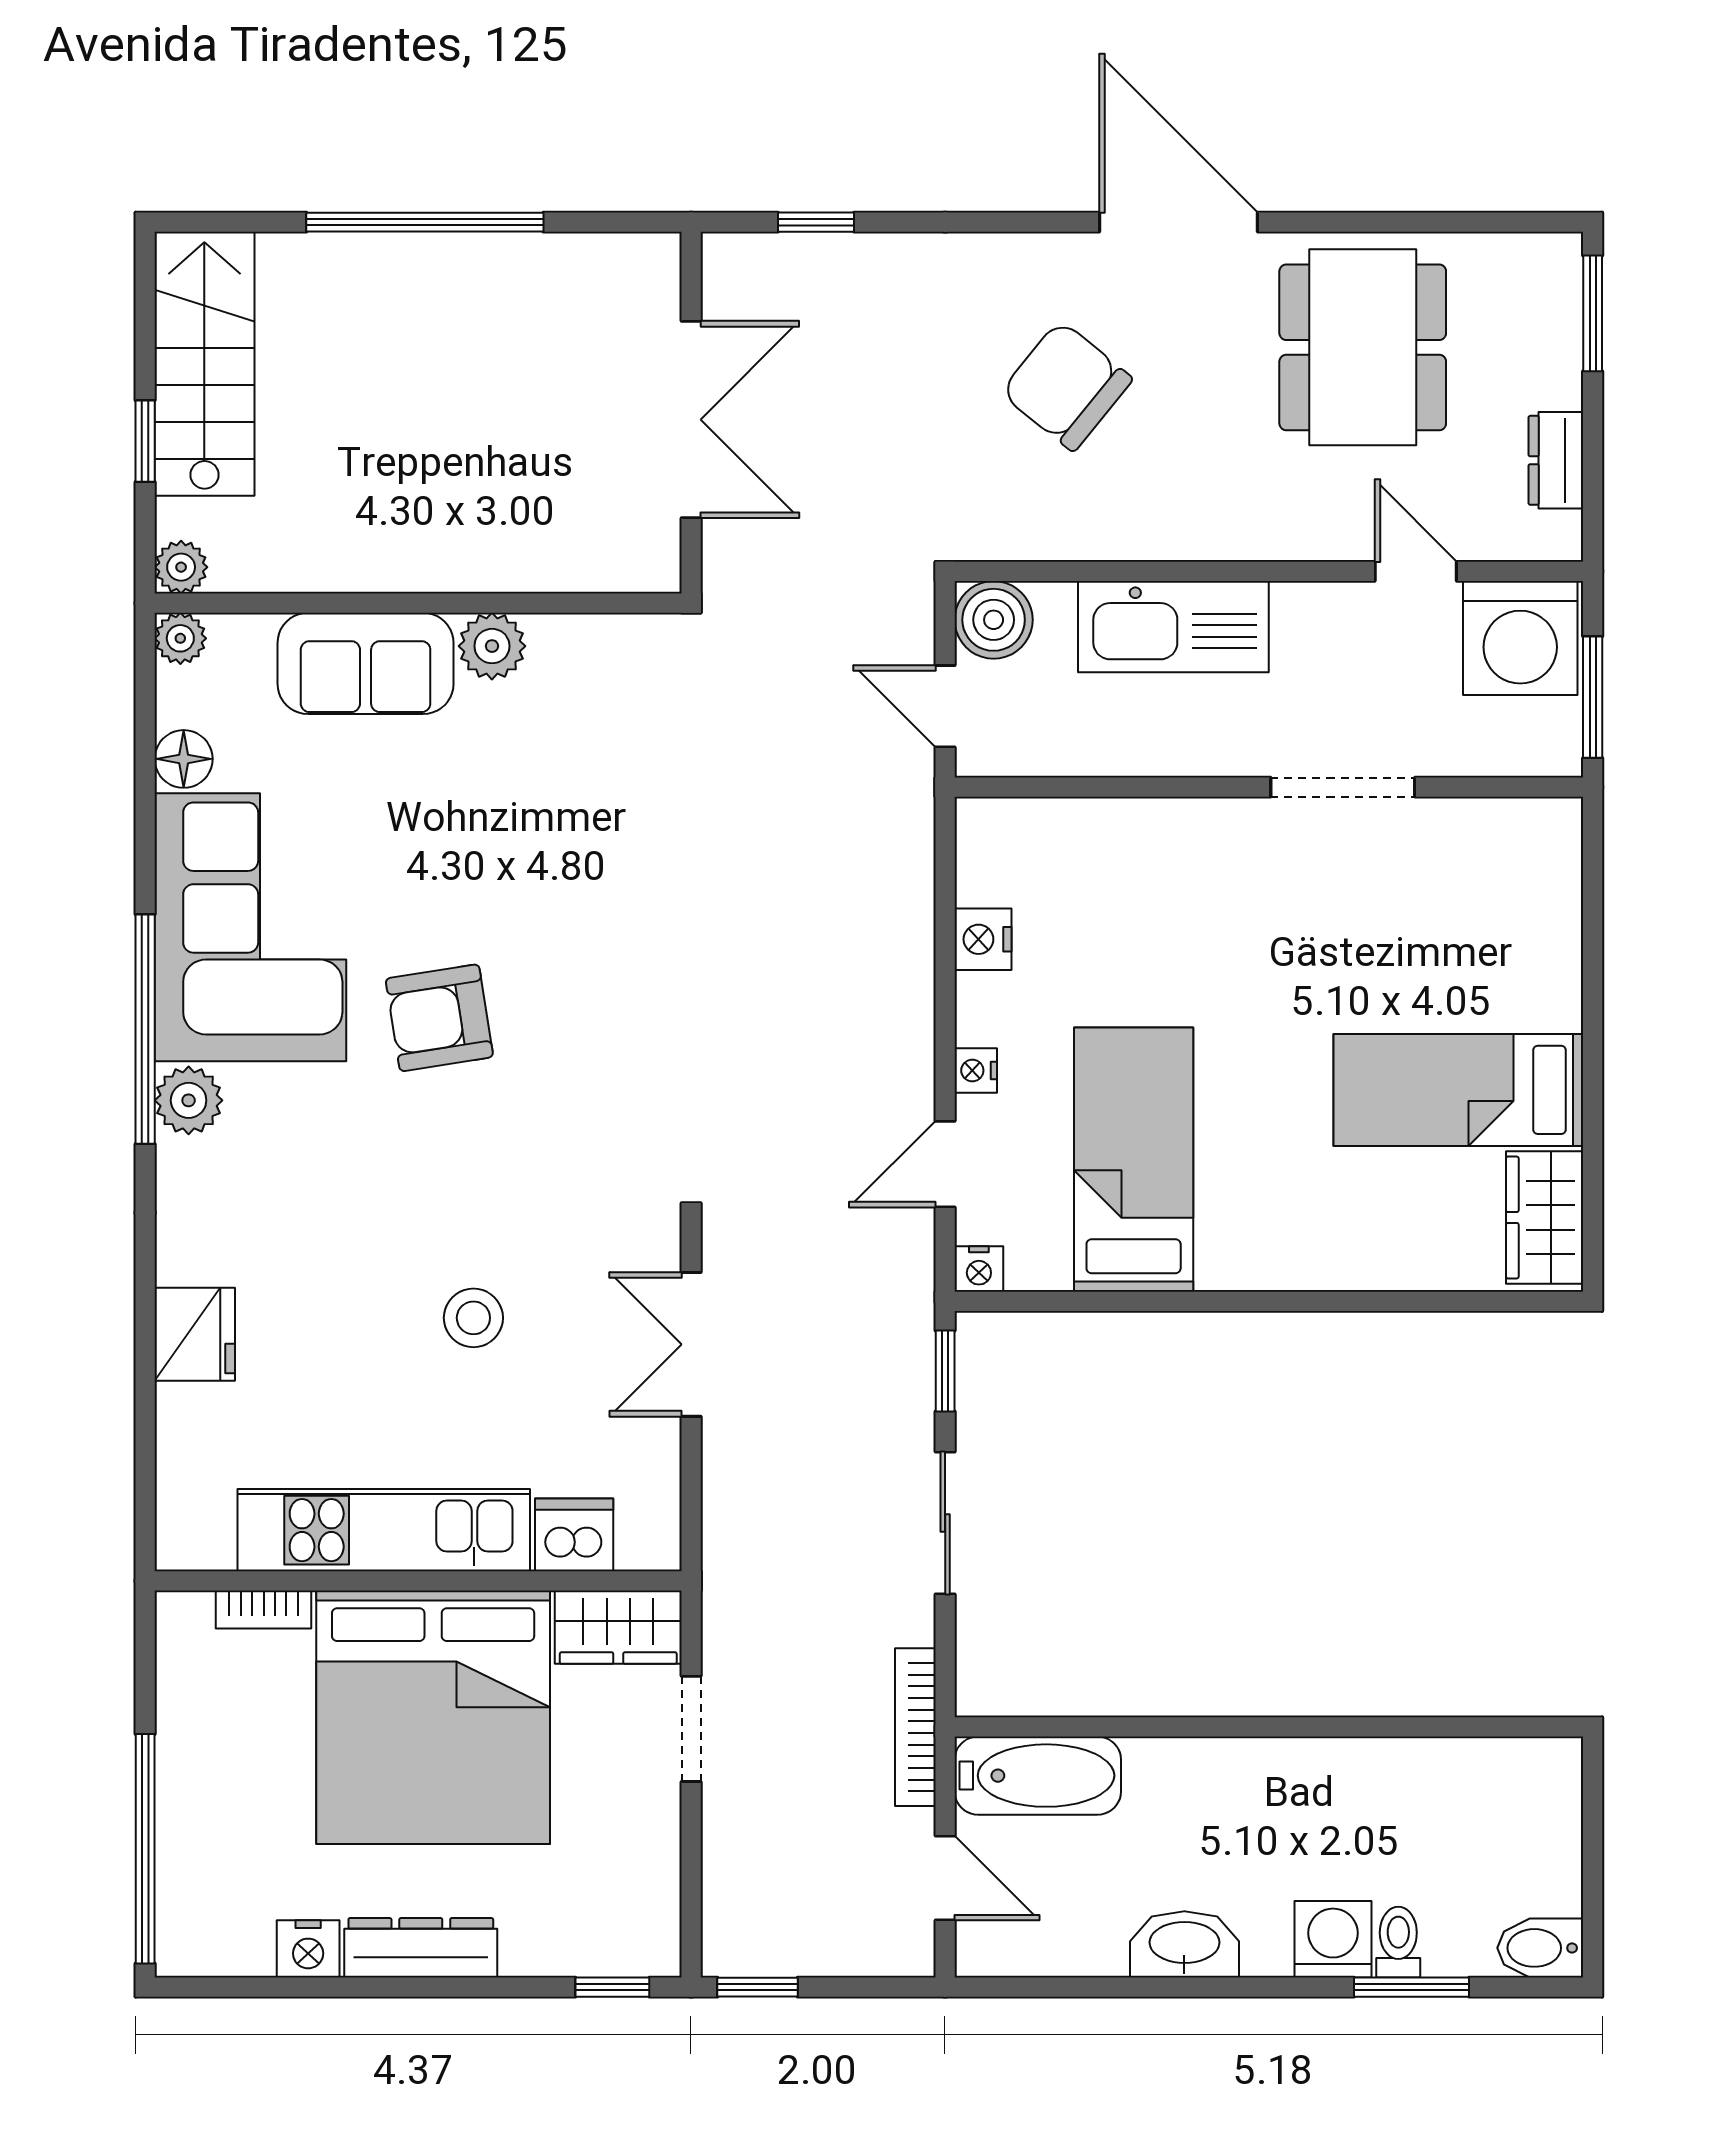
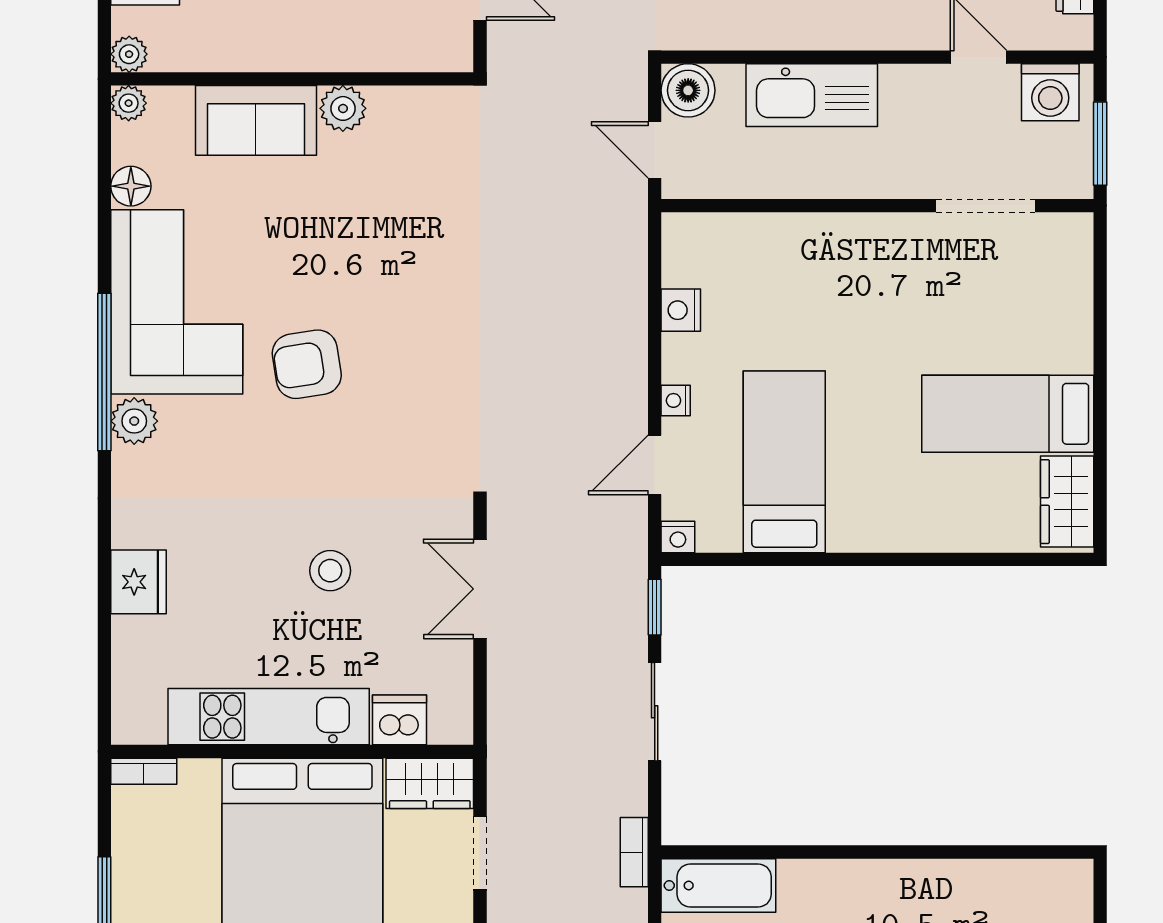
washing machine: (1520, 638) -> (1050, 92), width x0.73, depth x0.73
doorway: (1343, 787) -> (985, 206), moved
bookcase: (264, 1609) -> (144, 771), moved
bookcase: (915, 1727) -> (634, 852), width x0.64

